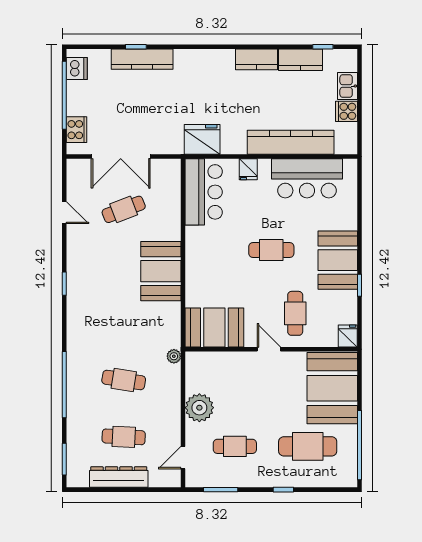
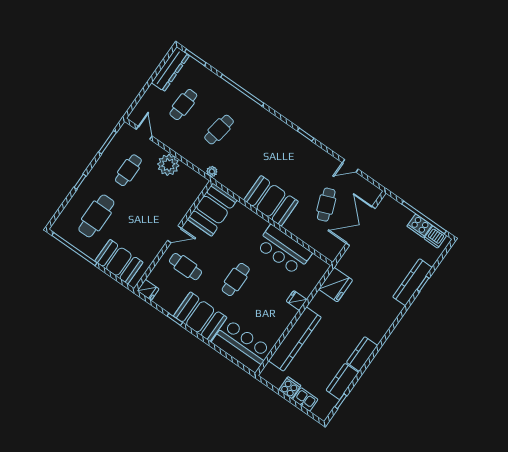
cooker: (76, 130) -> (419, 226), moved
bar counter: (307, 178) -> (242, 346), moved, turned 90
bar counter: (204, 192) -> (284, 250), moved
booth: (332, 388) -> (119, 262), width x0.73, depth x0.70
dresser: (119, 477) -> (170, 69), moved

